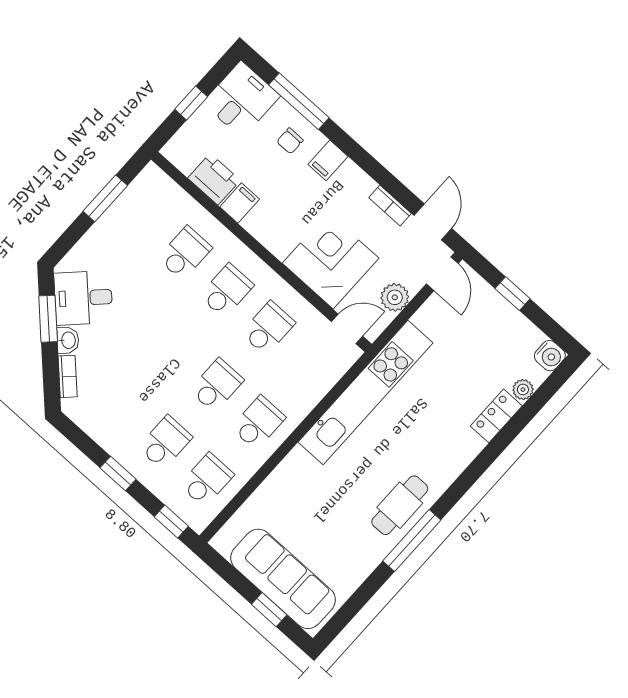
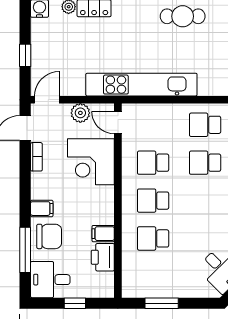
chair: (290, 141) -> (49, 236), width x1.87, depth x1.87

